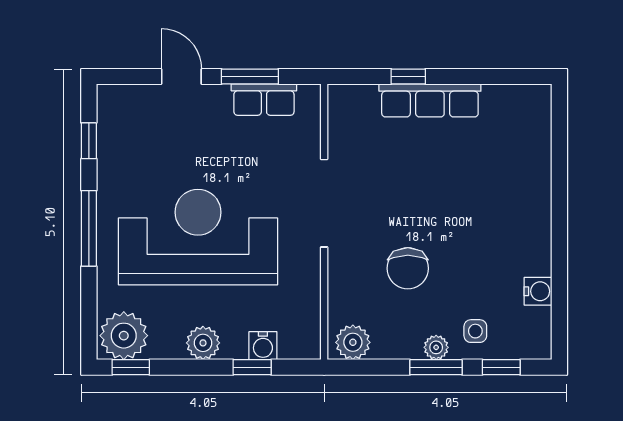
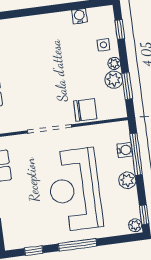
chair: (408, 268) -> (85, 110), moved
plant: (124, 336) -> (135, 225), width x0.53, depth x0.53
plant: (353, 342) -> (114, 80), moved
window: (252, 367) -> (136, 154), width x2.17
window: (436, 367) -> (127, 86), moved

